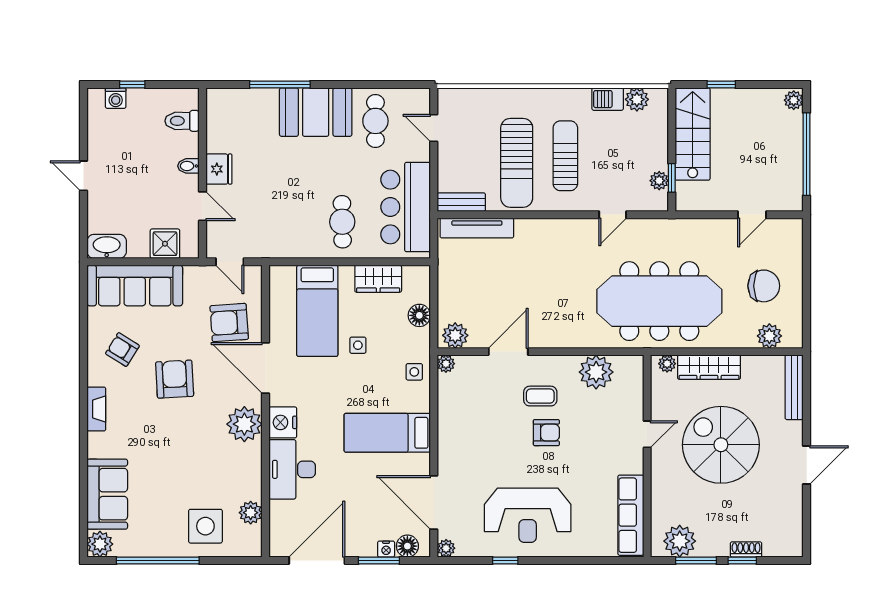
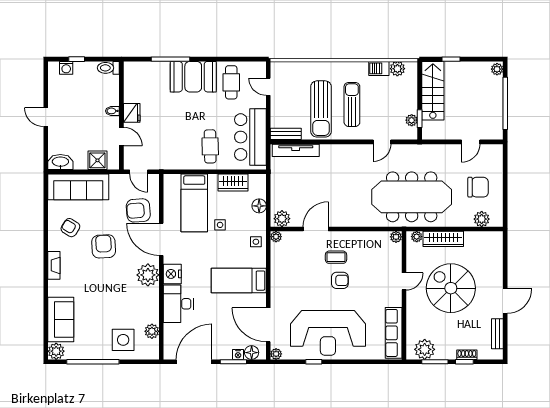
toilet: (182, 121) -> (108, 68), moved
plant: (596, 372) -> (396, 237), moved, width x0.53, depth x0.53
bench: (794, 387) -> (497, 334), moved, width x0.73
reception desk: (528, 515) -> (328, 333), width x1.36, depth x1.30

